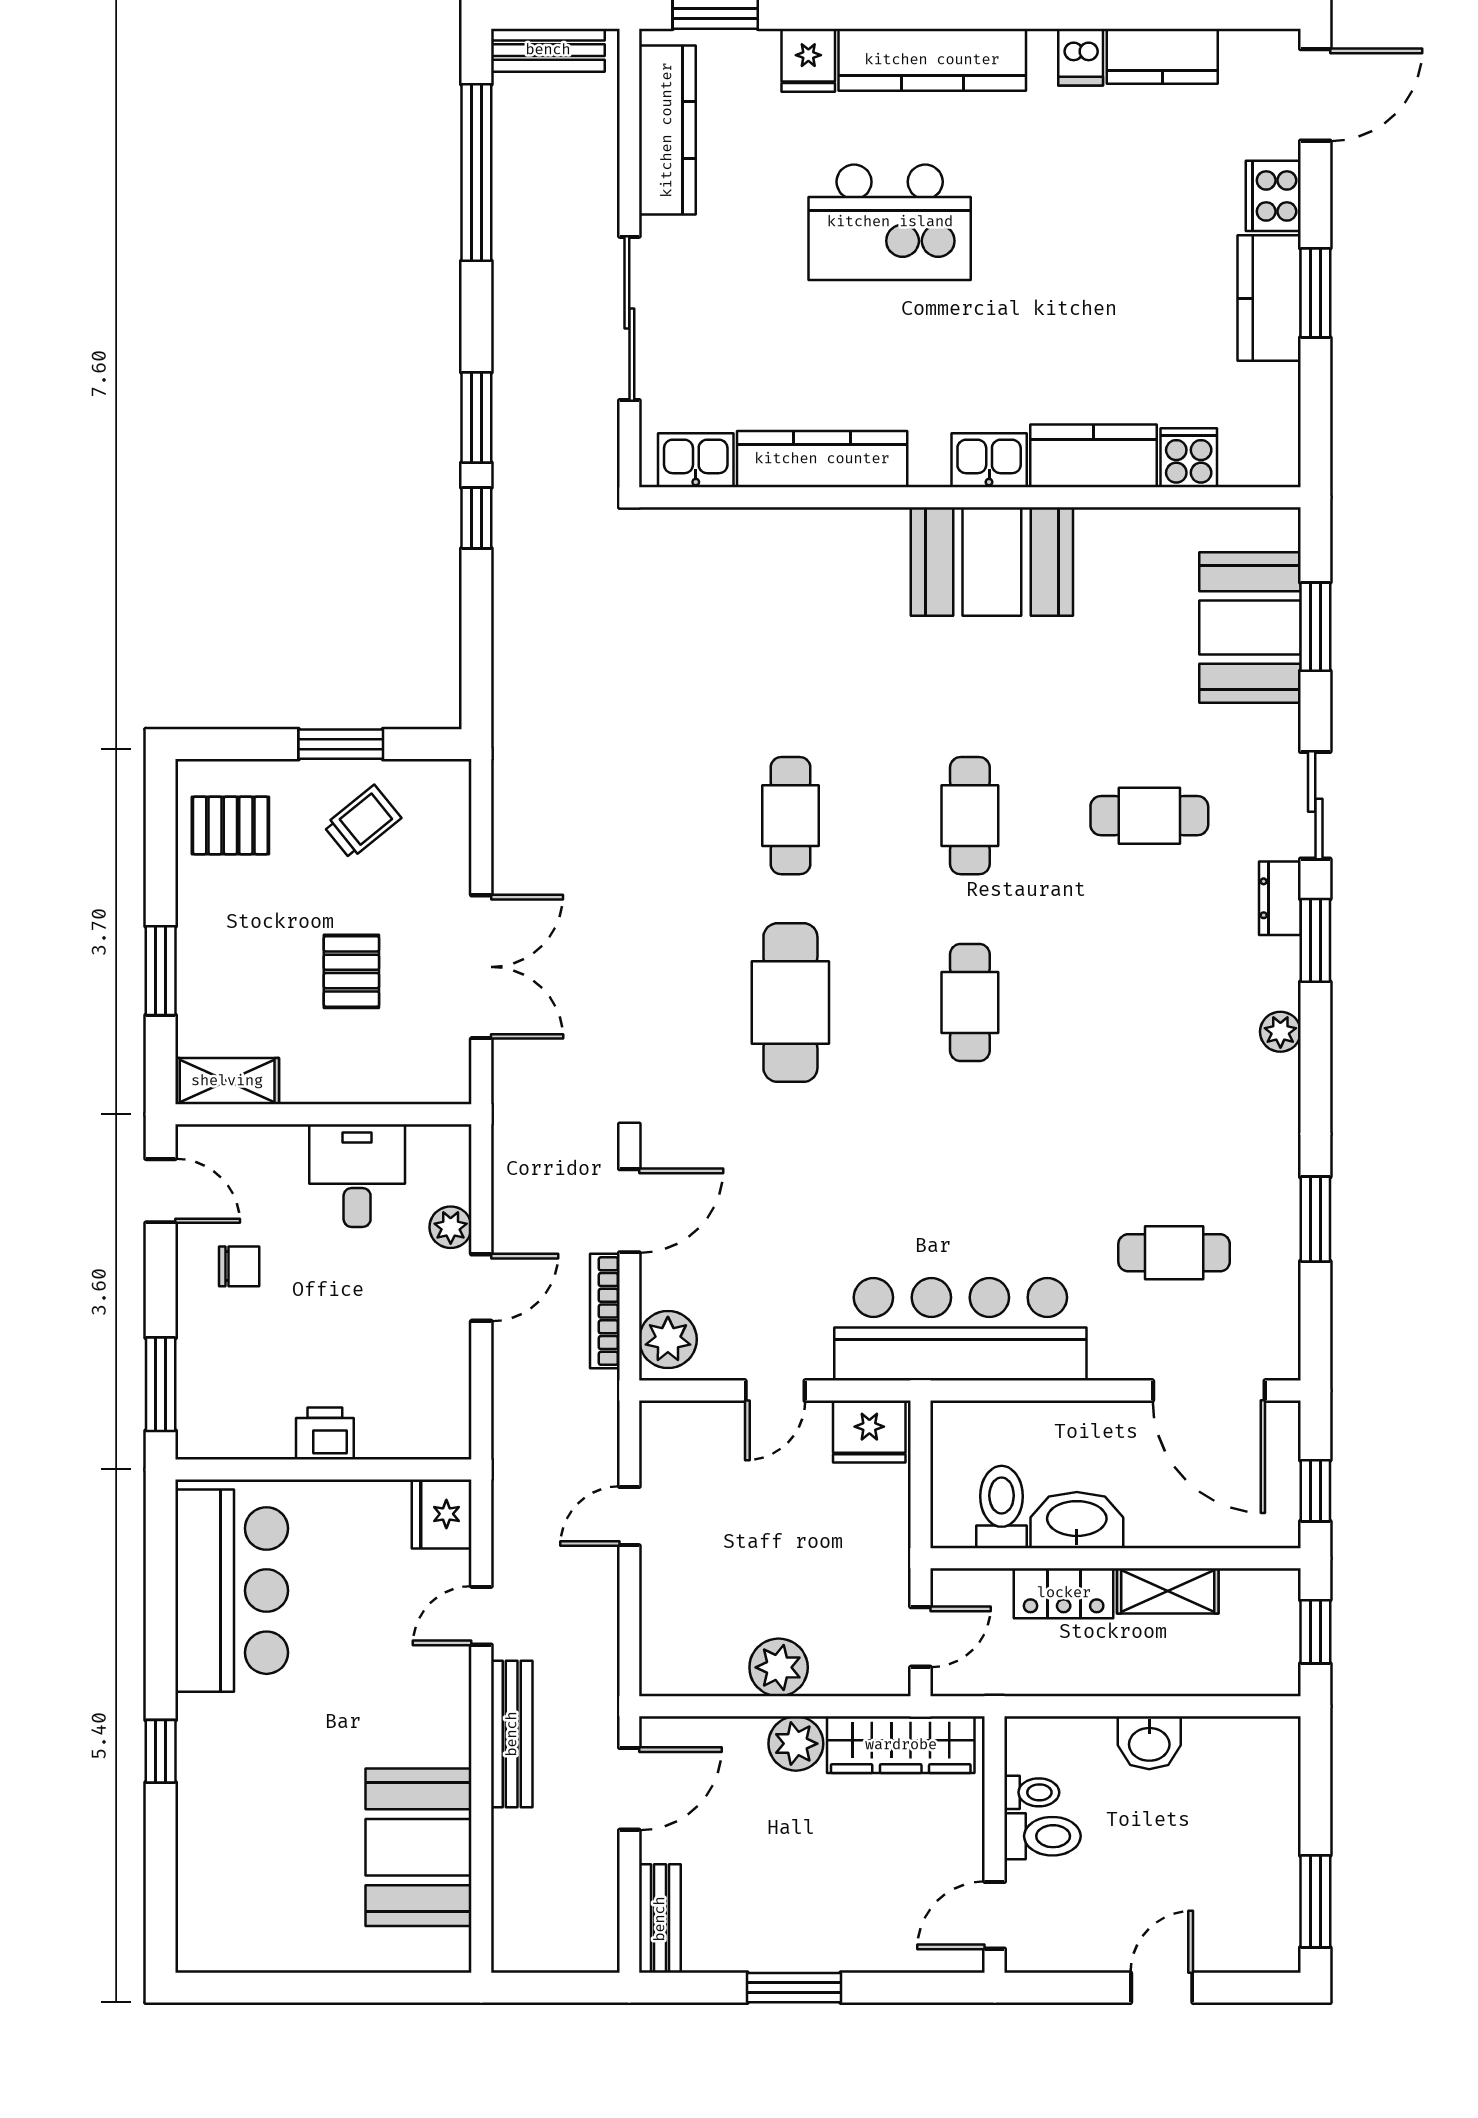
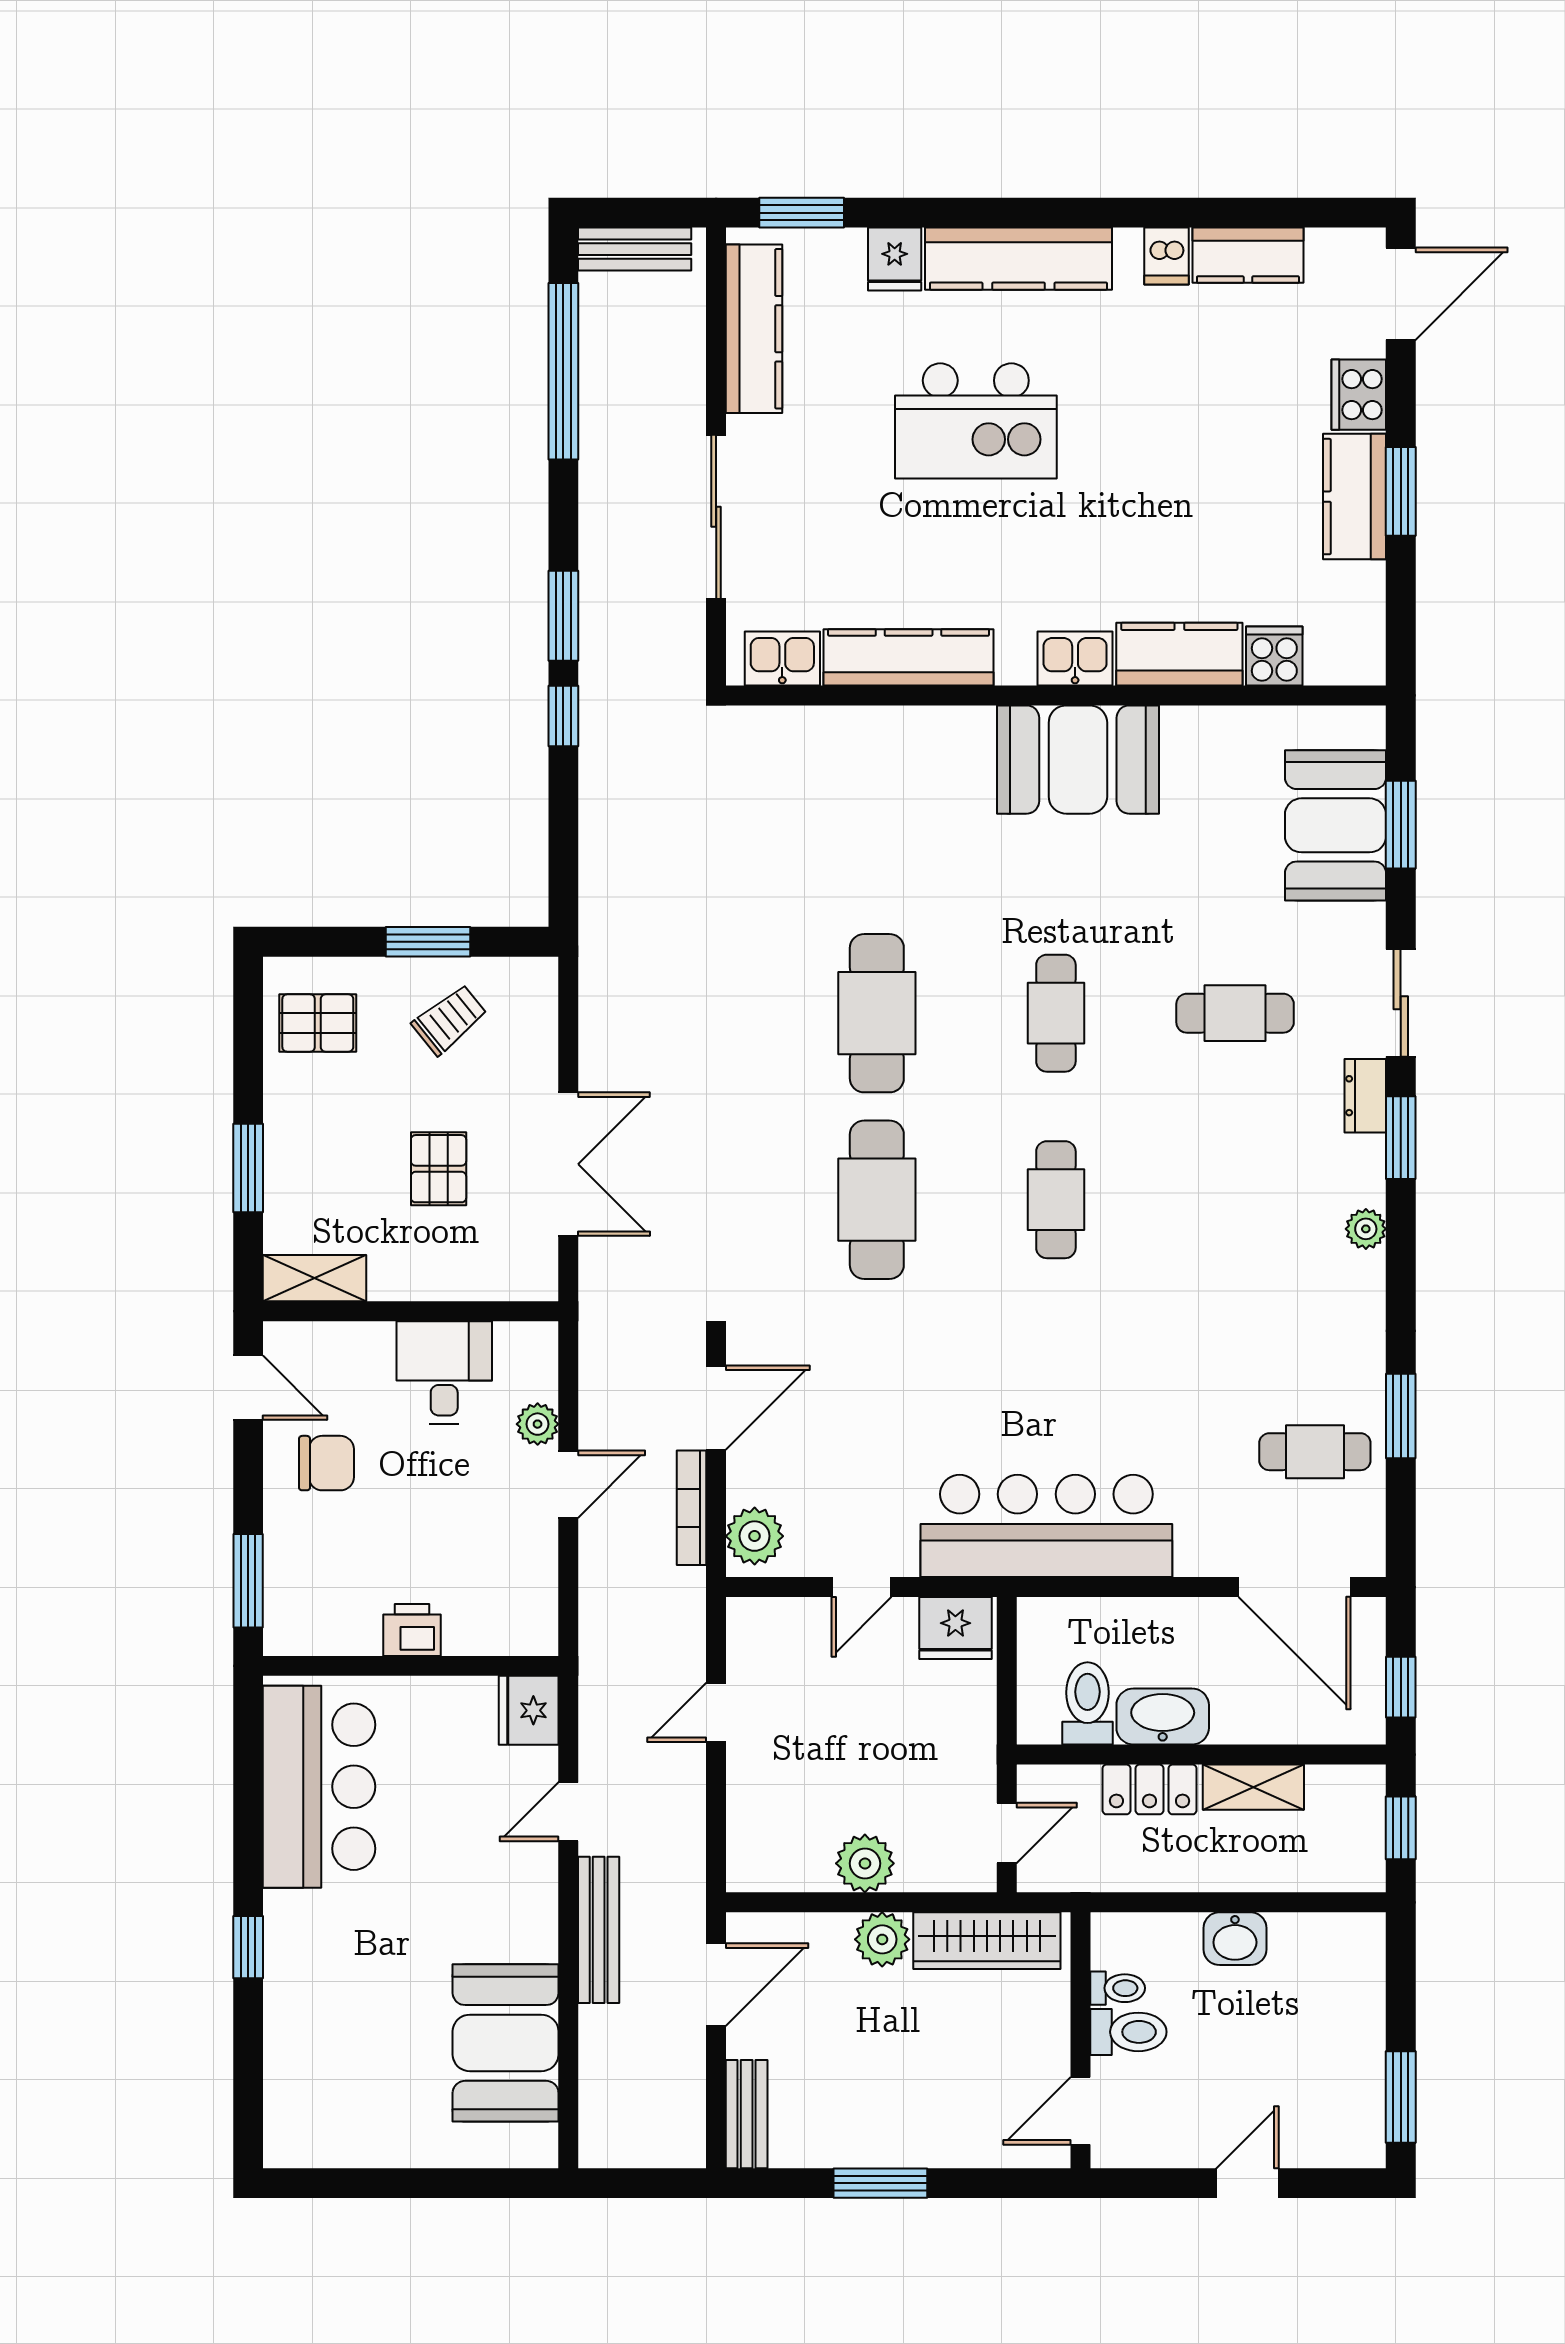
cafe table: (790, 816) -> (877, 1013), width x1.37, depth x1.35
cafe table: (1174, 1253) -> (1315, 1452), moved
chair: (239, 1266) -> (326, 1463), width x1.37, depth x1.37

